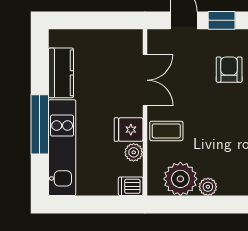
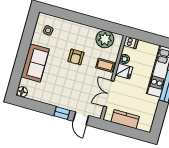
armchair: (229, 70) -> (76, 57), moved
kitchen counter: (61, 73) -> (125, 119), moved, turned 90
plant: (208, 187) -> (92, 31), removed

